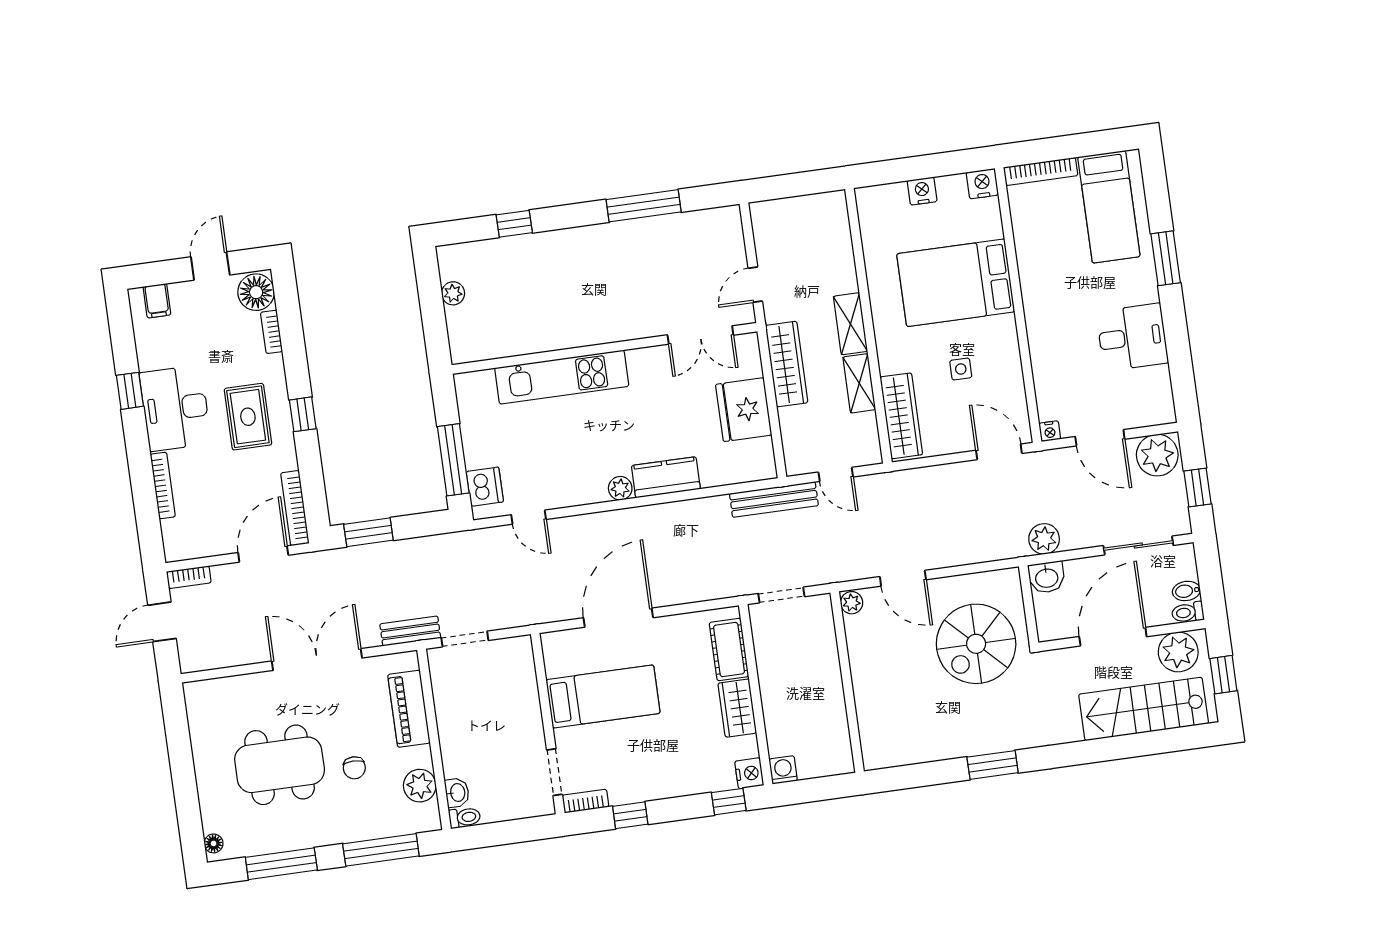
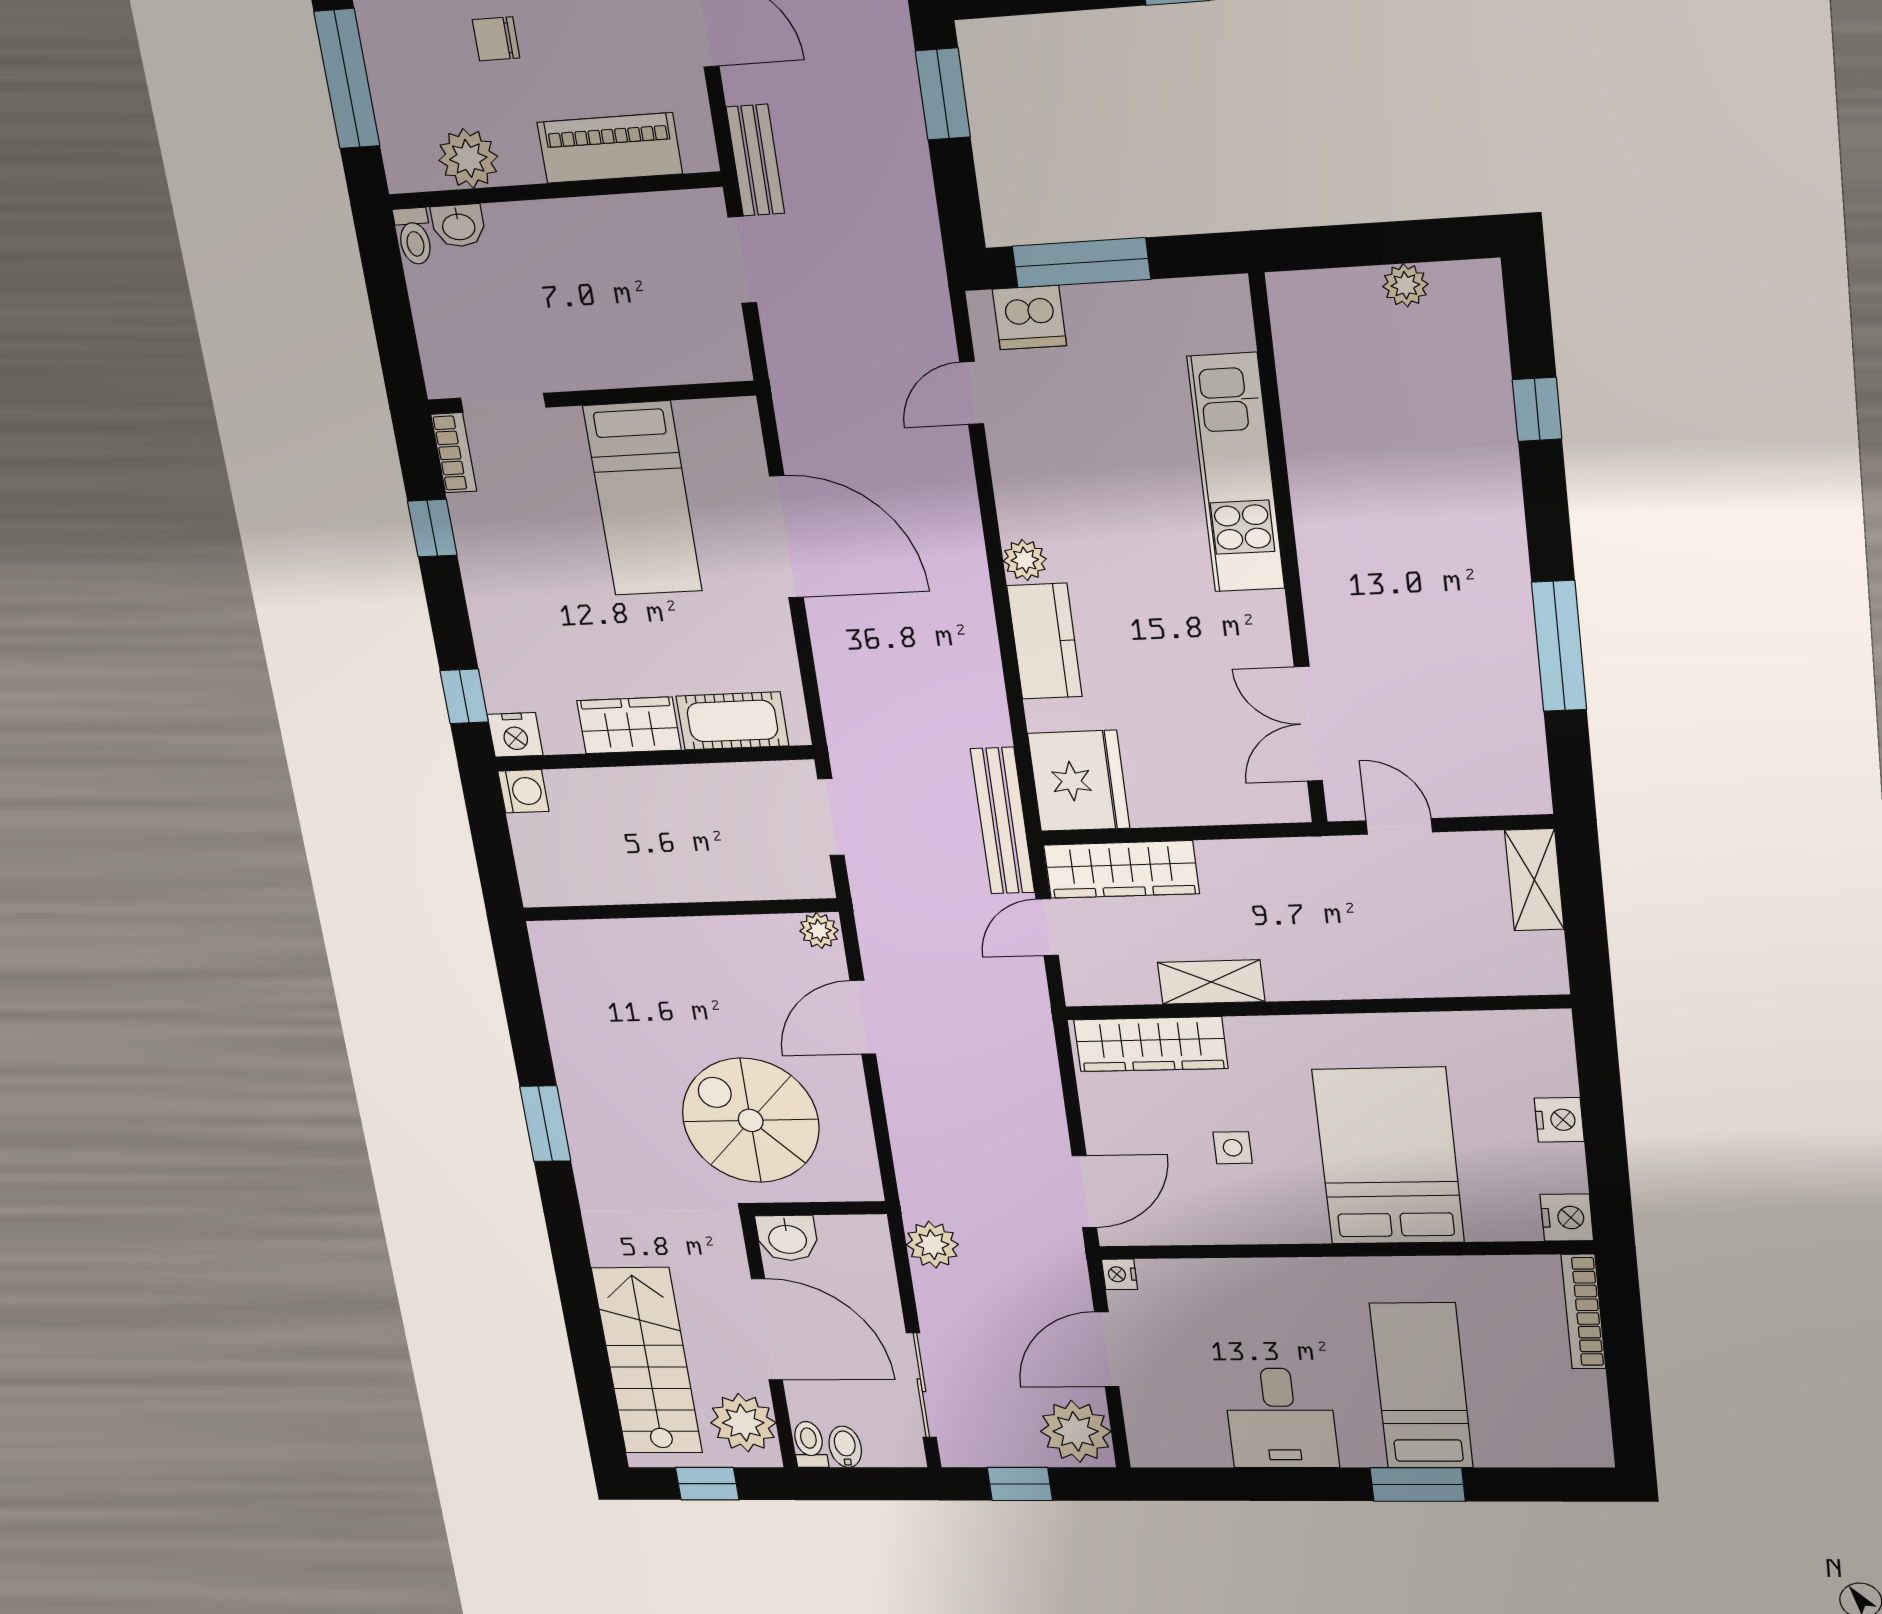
bed: (1109, 207) -> (1421, 1386), moved, turned 90
shelving: (850, 324) -> (1534, 880), moved, turned 90
wardrobe: (787, 364) -> (1121, 869), moved
fridge: (744, 410) -> (1079, 781), moved, turned 90
washbasin: (1047, 577) -> (787, 1238), moved, turned -90

